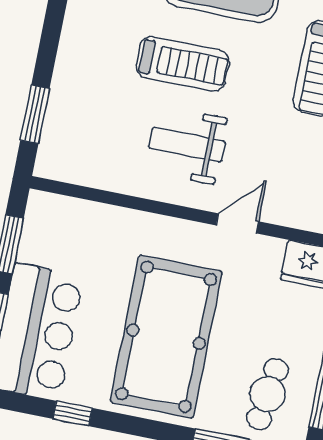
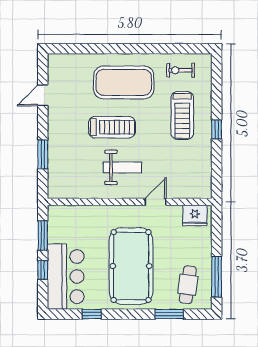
window: (35, 114) -> (43, 154), moved
weight bench: (187, 145) -> (122, 167), turned 180

